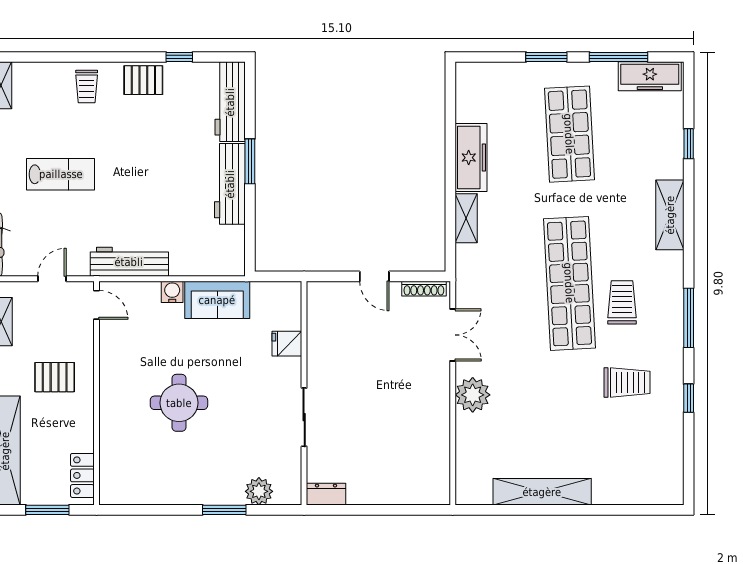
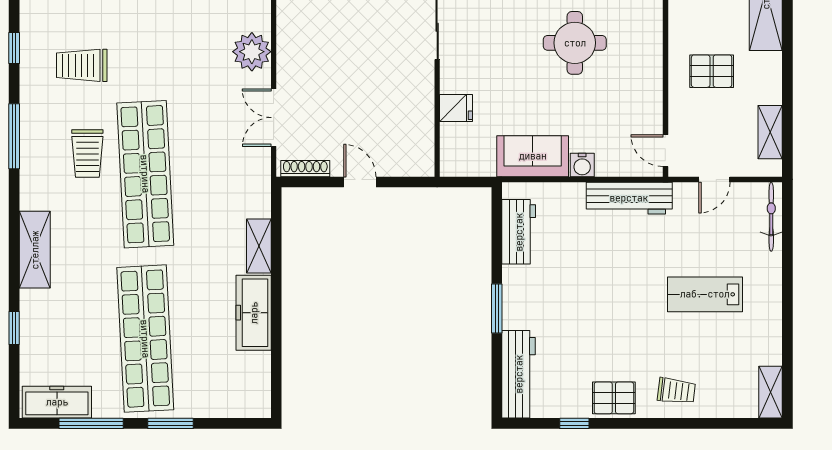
trolley: (87, 87) -> (676, 391), turned 97
shop shelf: (569, 134) -> (145, 339), width x1.40
workbench: (230, 184) -> (519, 232), moved, width x0.73

